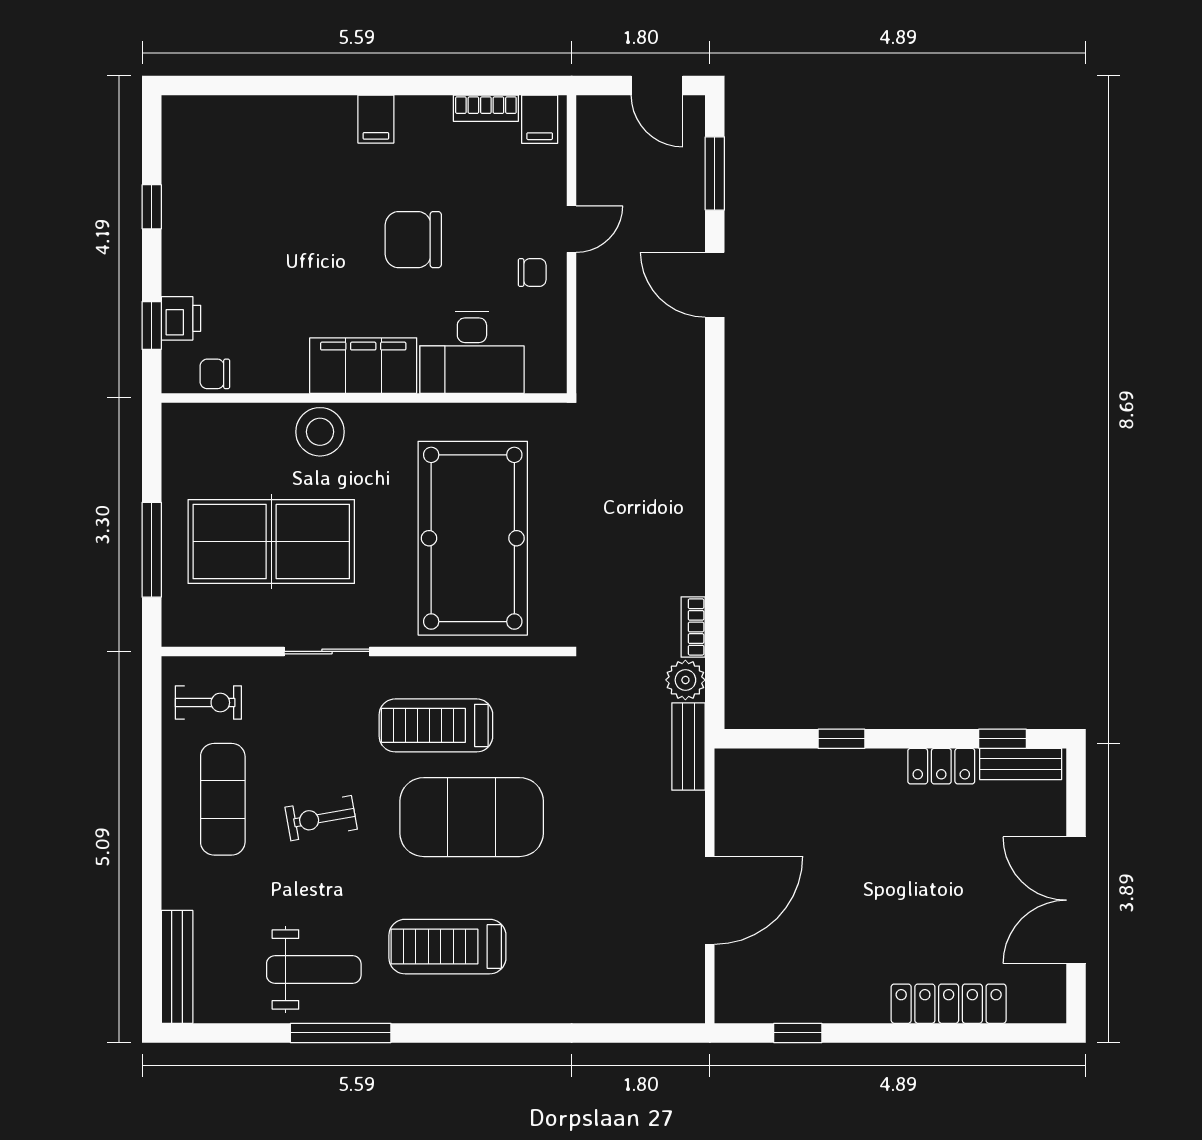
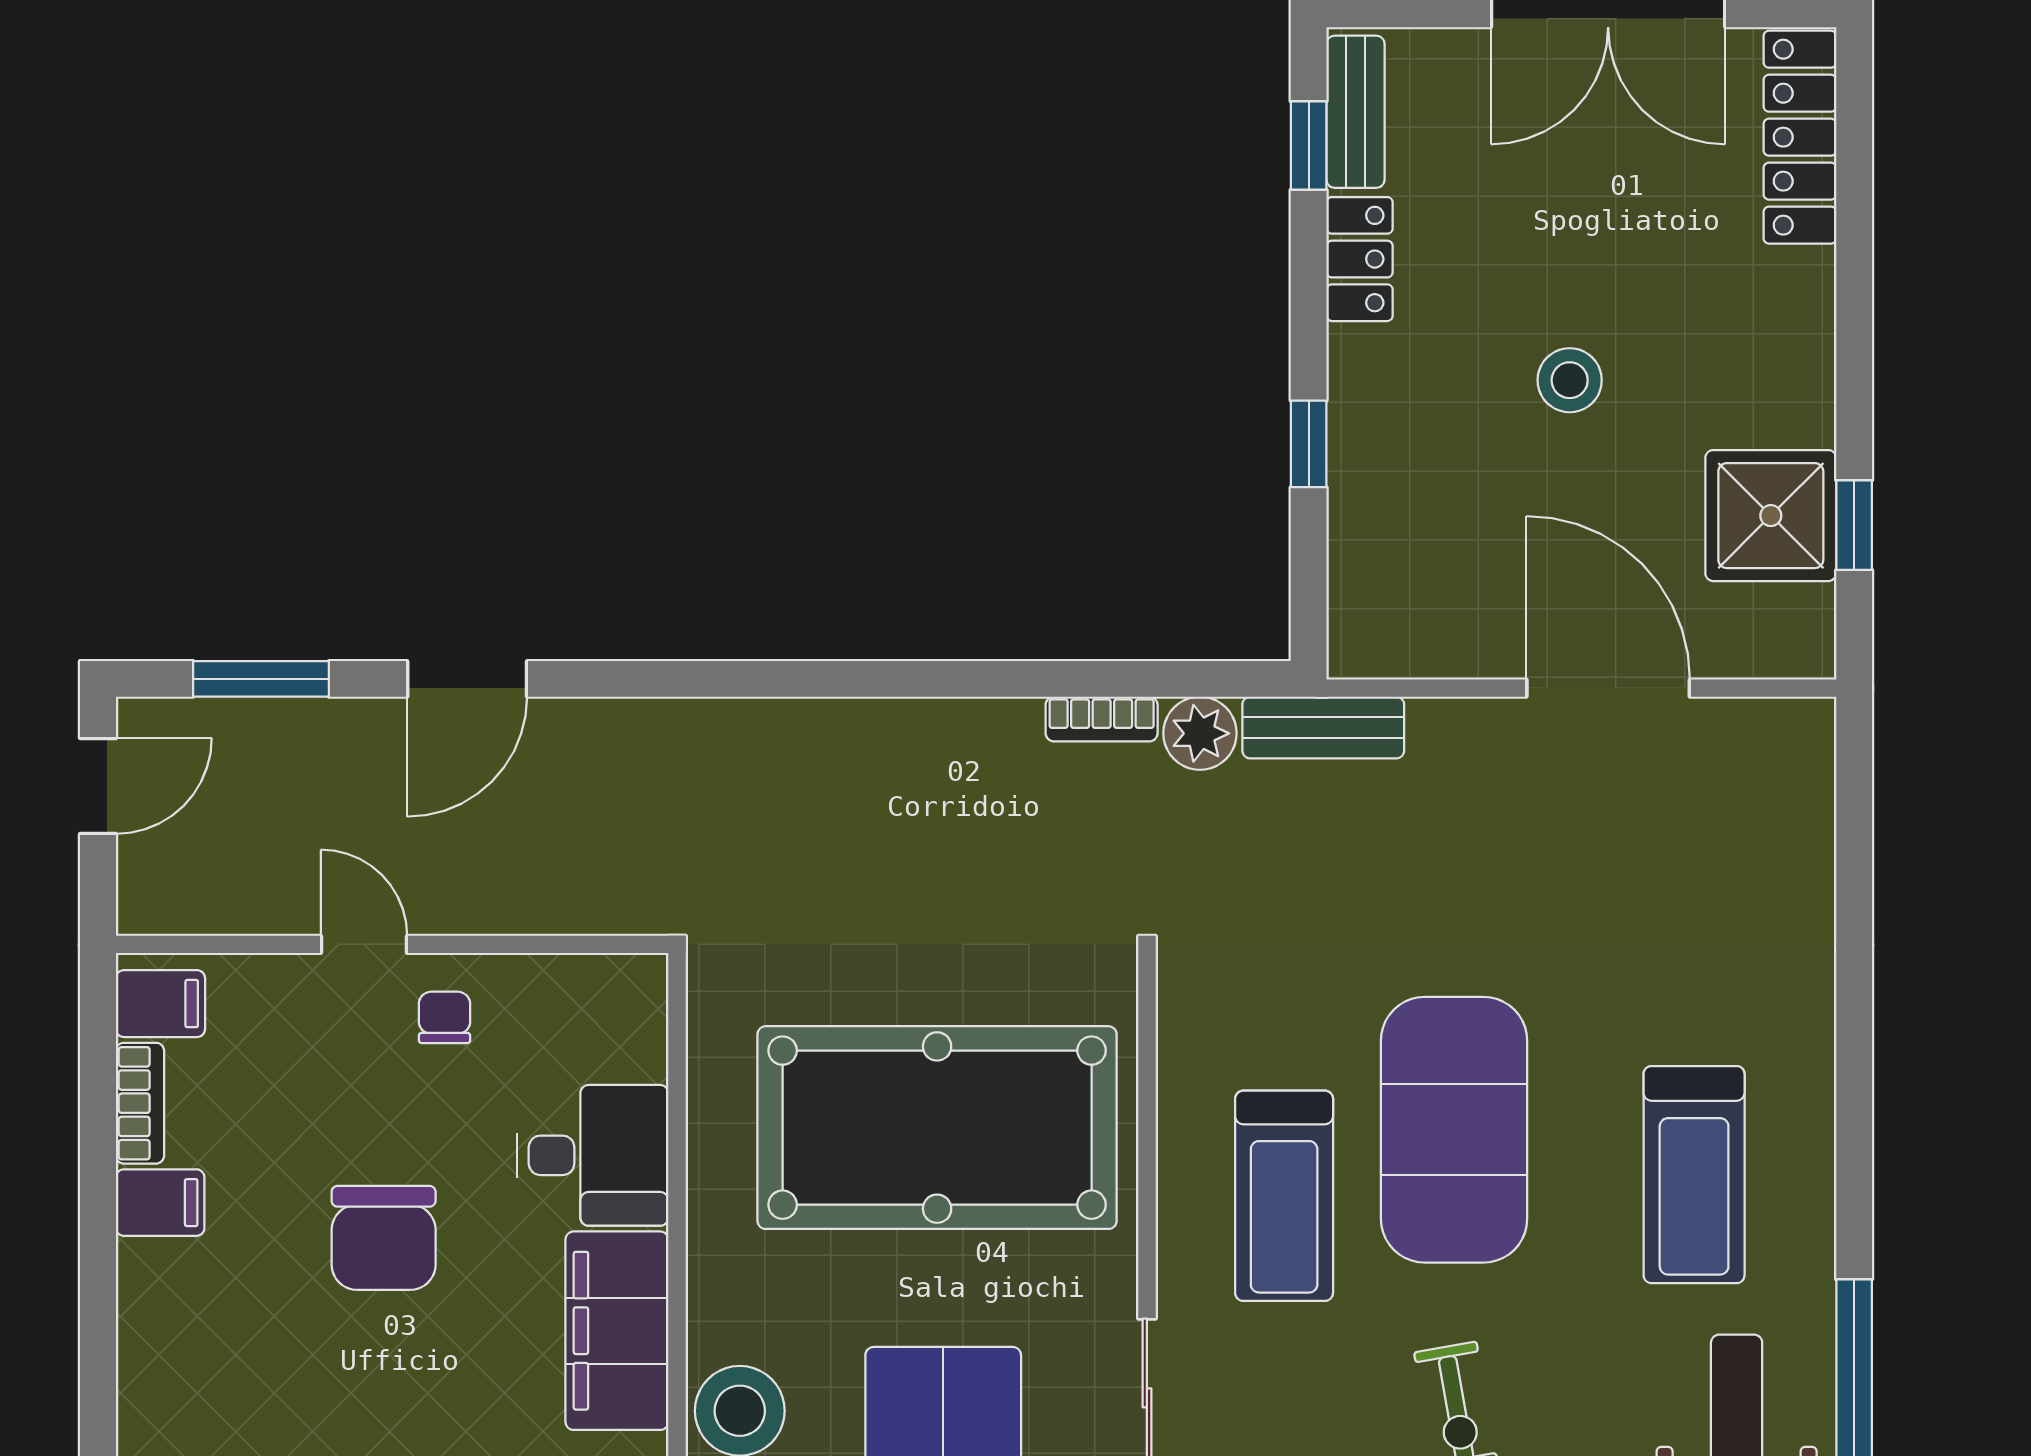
filing cabinet: (376, 119) -> (160, 1203), moved
desk: (472, 352) -> (593, 1155), width x0.73
stool: (876, 879) -> (1570, 380), added
shower: (803, 988) -> (1771, 516), added
locker: (949, 1004) -> (1800, 137), moved

